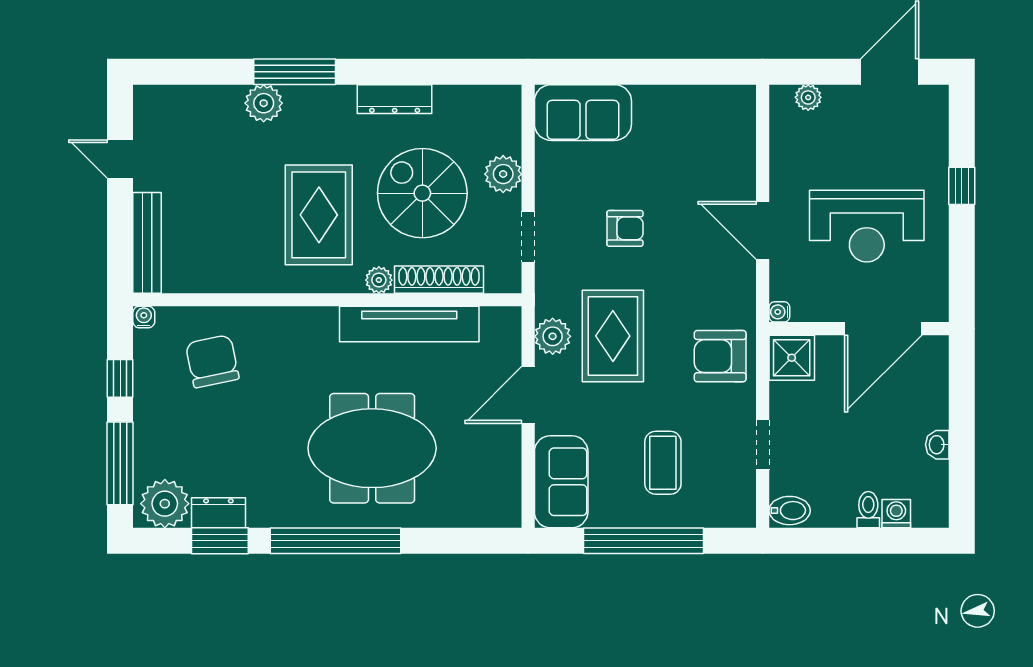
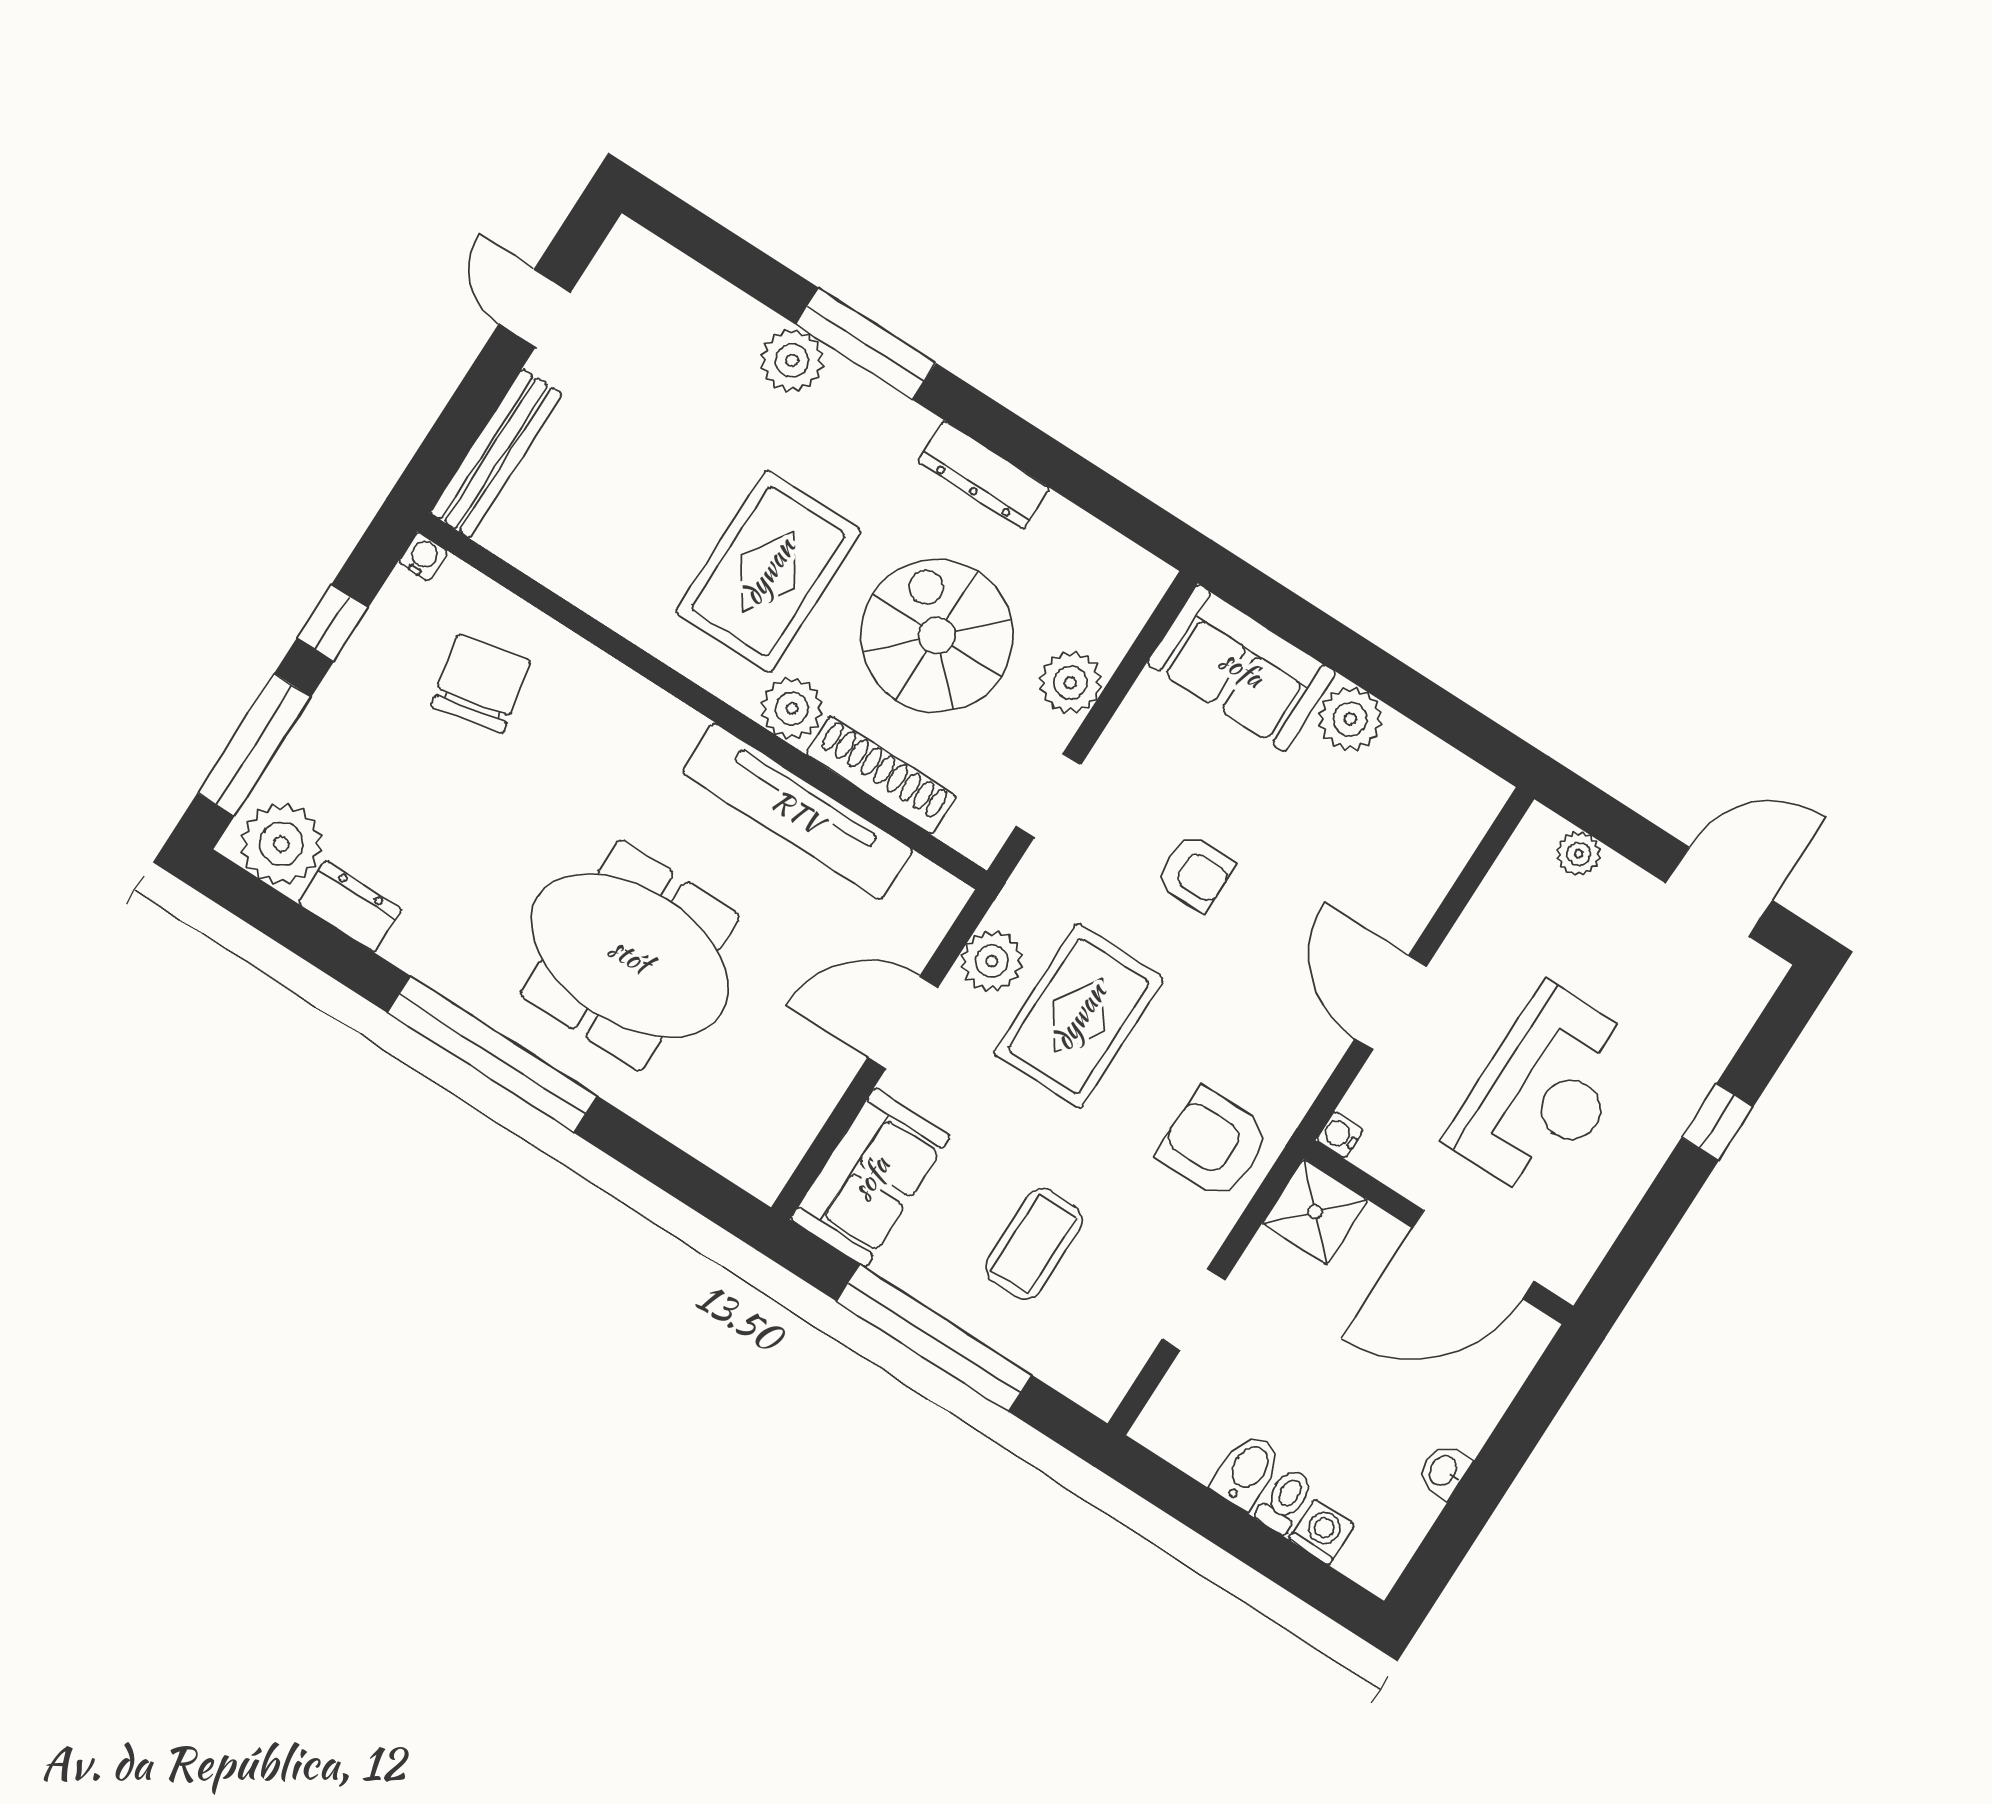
plant: (653, 103) -> (1350, 719), added
reception desk: (867, 226) -> (1544, 1092), turned -90
plant: (379, 280) -> (792, 708), width x1.38, depth x1.38
bidet: (790, 511) -> (1247, 1471), moved, turned -90
window: (220, 541) -> (326, 948), removed

